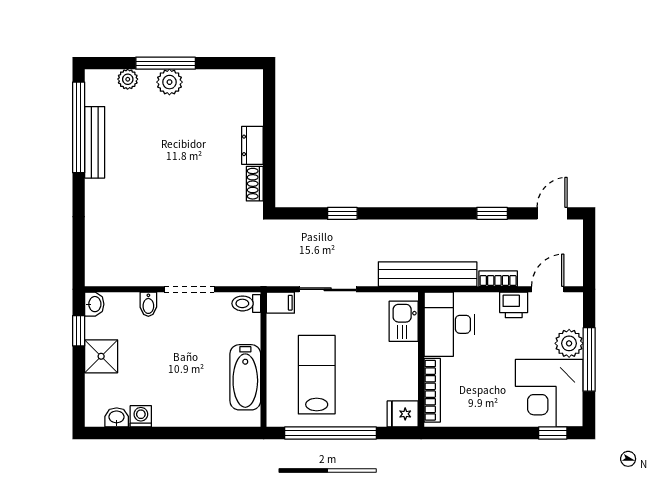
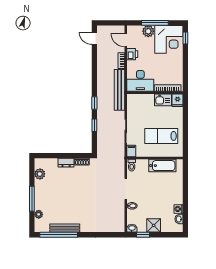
plant: (169, 82) -> (40, 174), moved
window: (492, 213) -> (94, 103), moved
kitchen sink: (404, 321) -> (163, 100), moved
window: (331, 433) -> (185, 130), removed

